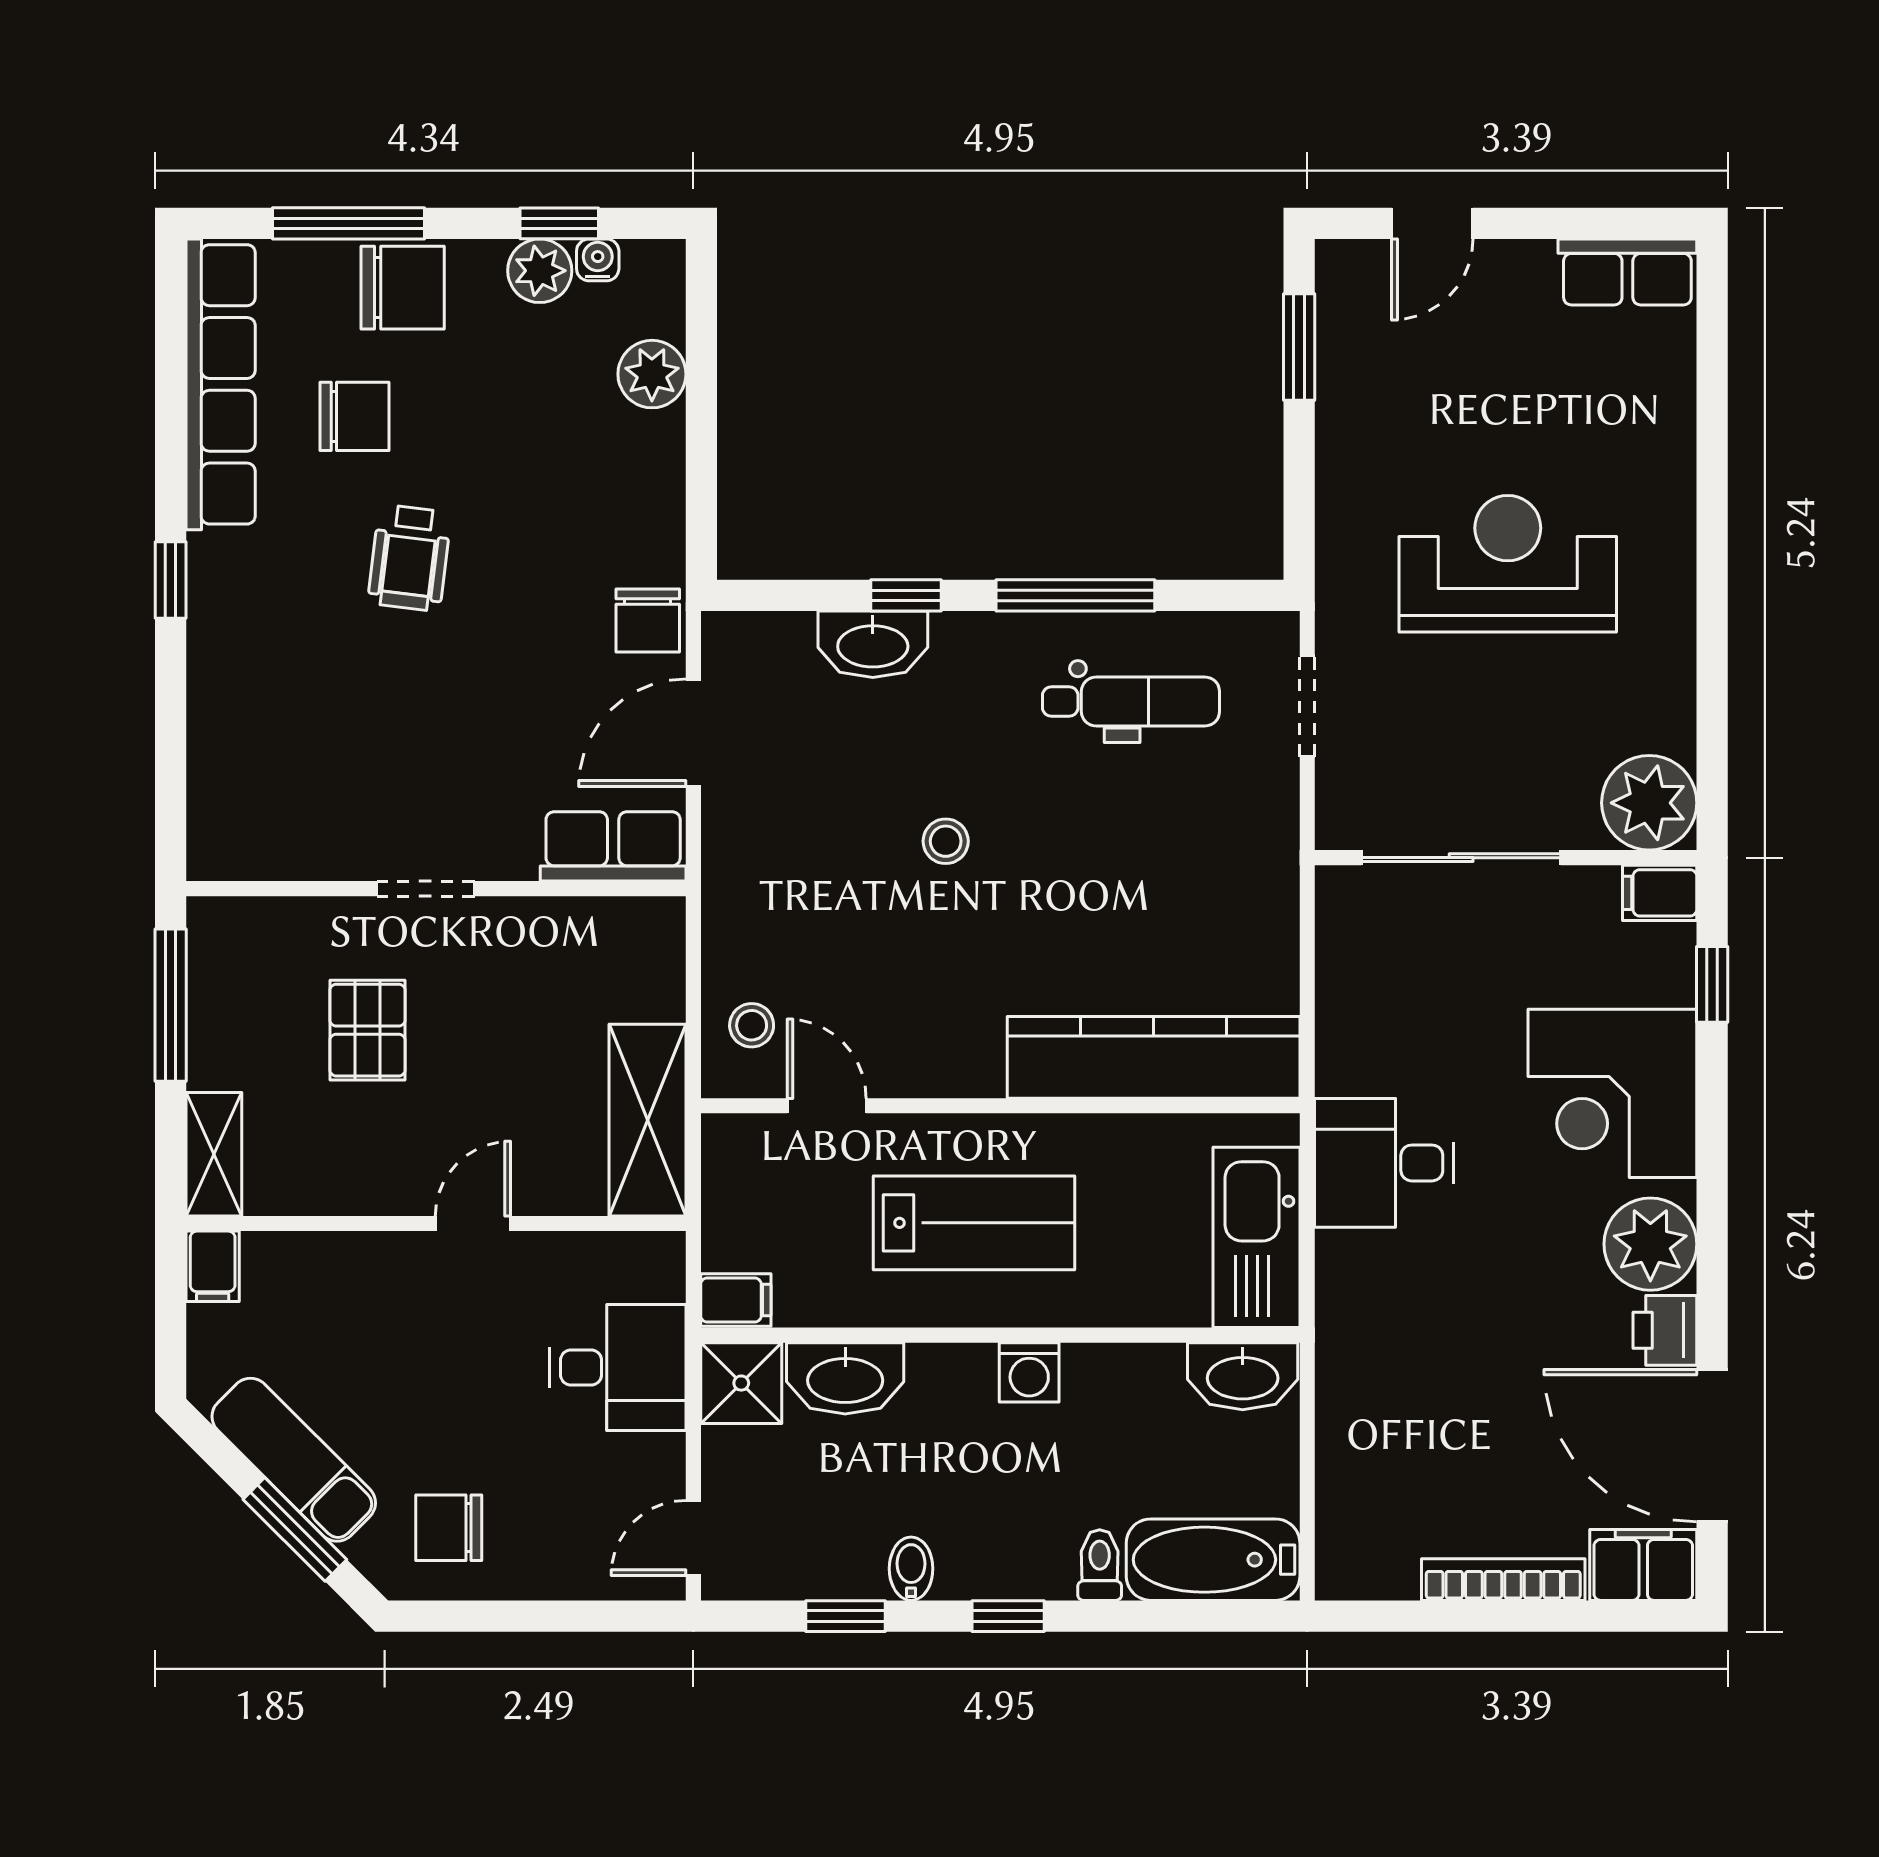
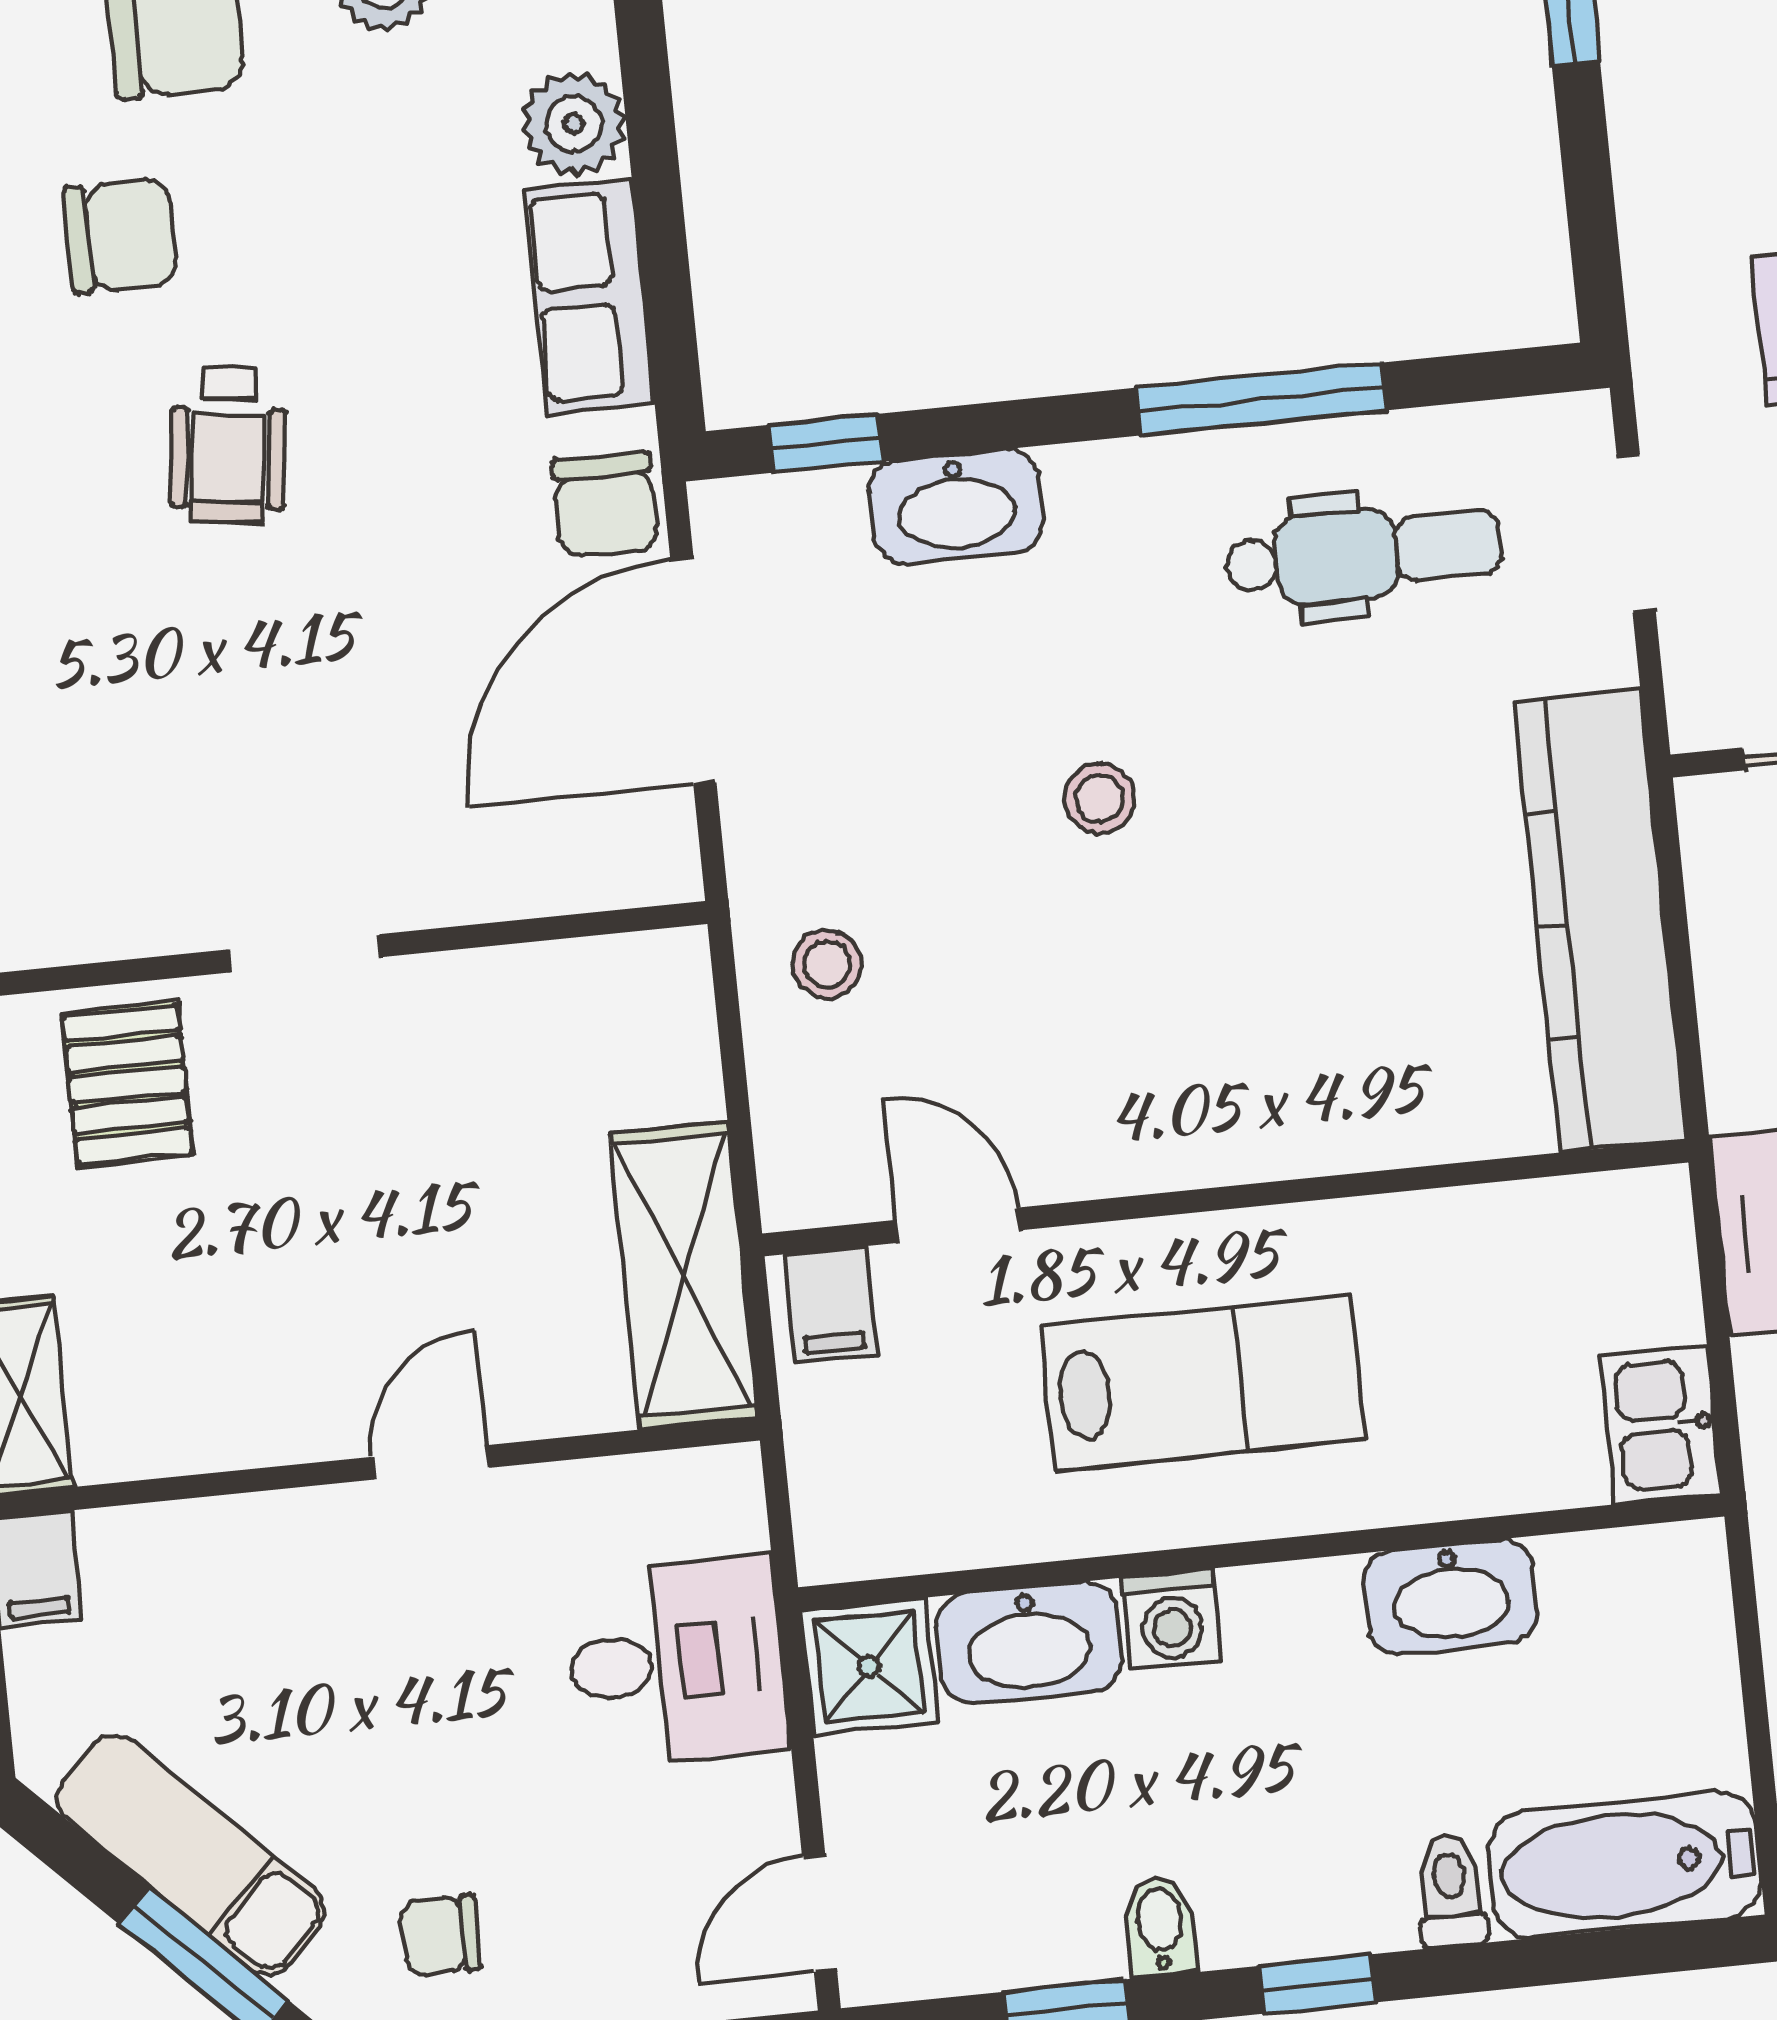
window: (906, 595) -> (826, 443), moved
door: (693, 733) -> (693, 671), width x1.36
row of seats: (613, 846) -> (590, 296), moved, turned -90
stool: (752, 1025) -> (827, 964), moved
pallet: (367, 1030) -> (128, 1085), moved
kitchen counter: (1154, 1057) -> (1600, 921), moved, turned -90
kitchen sink: (1256, 1237) -> (1661, 1425), width x0.53, depth x0.81
filing cabinet: (736, 1300) -> (831, 1304), moved, turned 90
washing machine: (1029, 1372) -> (1172, 1619), moved
washbasin: (1243, 1376) -> (1451, 1597), moved
chair: (449, 1528) -> (441, 1935), width x0.73, depth x0.73

